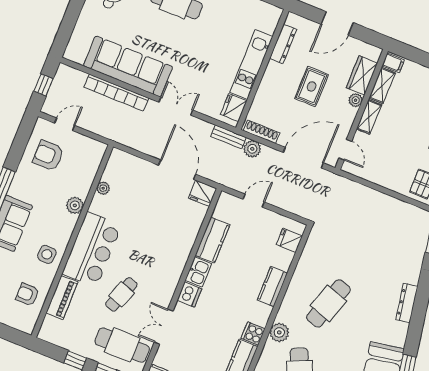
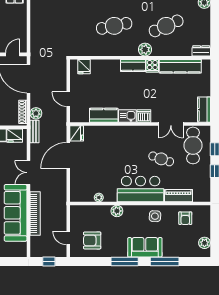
armchair: (48, 155) -> (92, 240), turned 90
kitchen counter: (272, 287) -> (133, 66), moved
cafe table: (328, 303) -> (114, 26), turned -30

